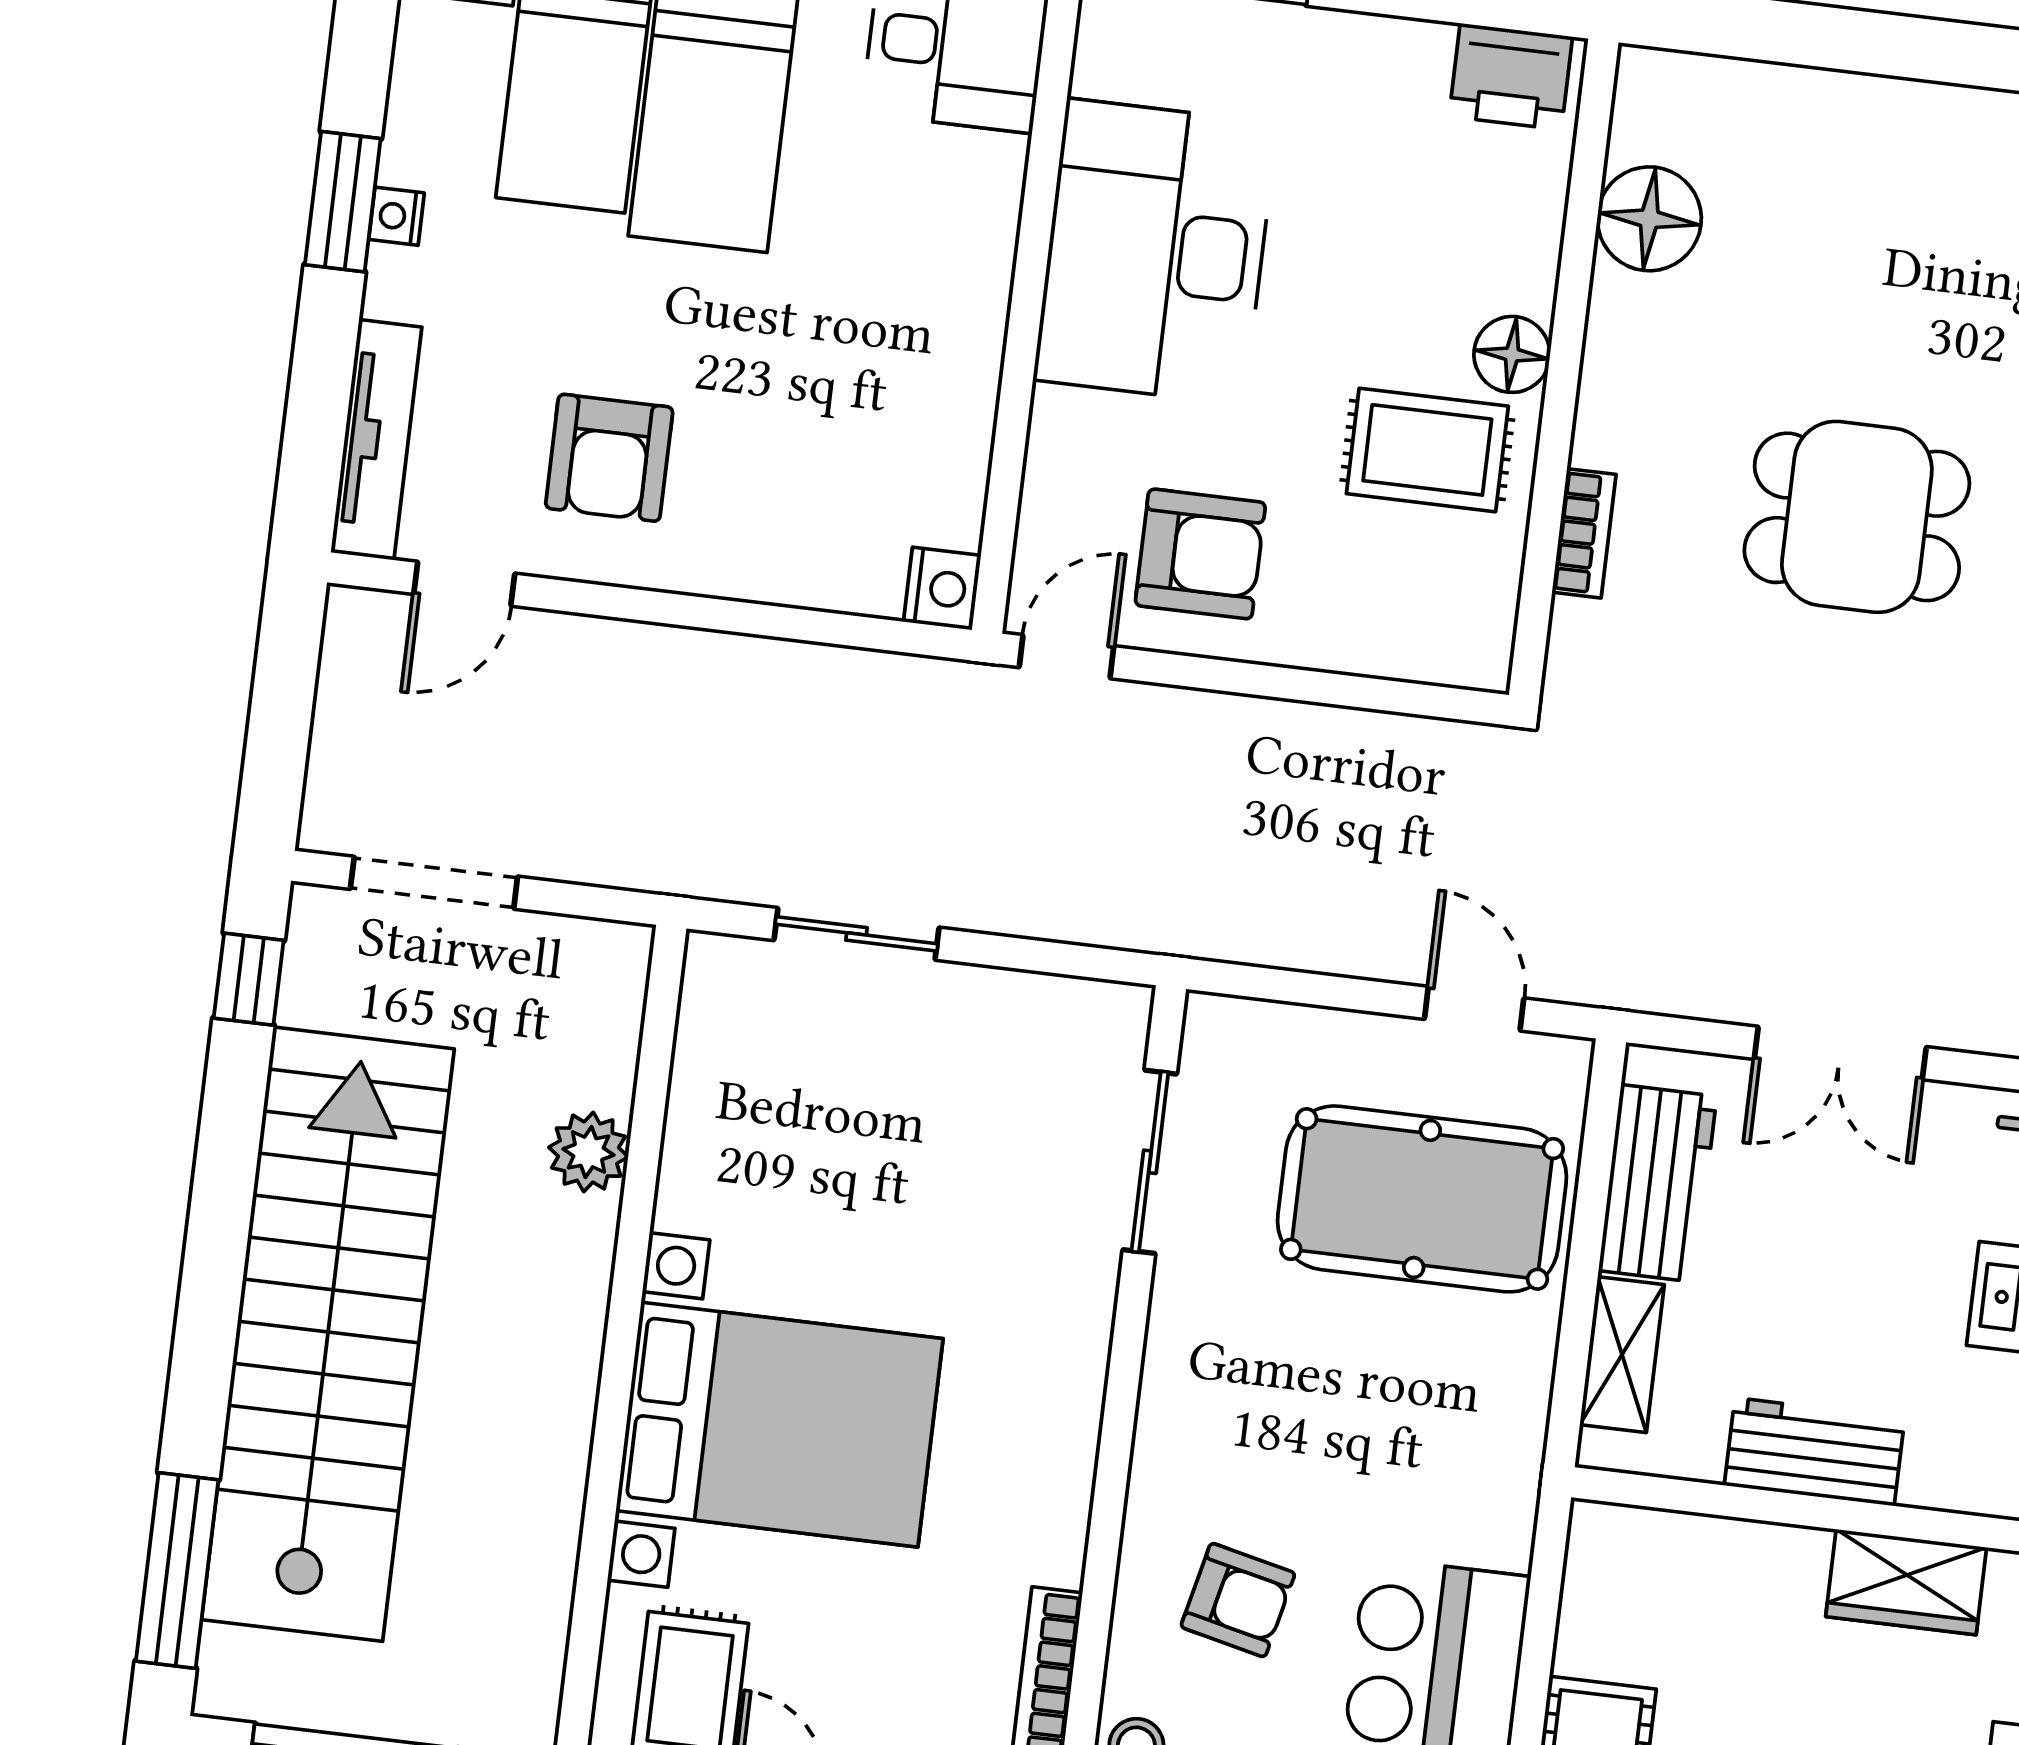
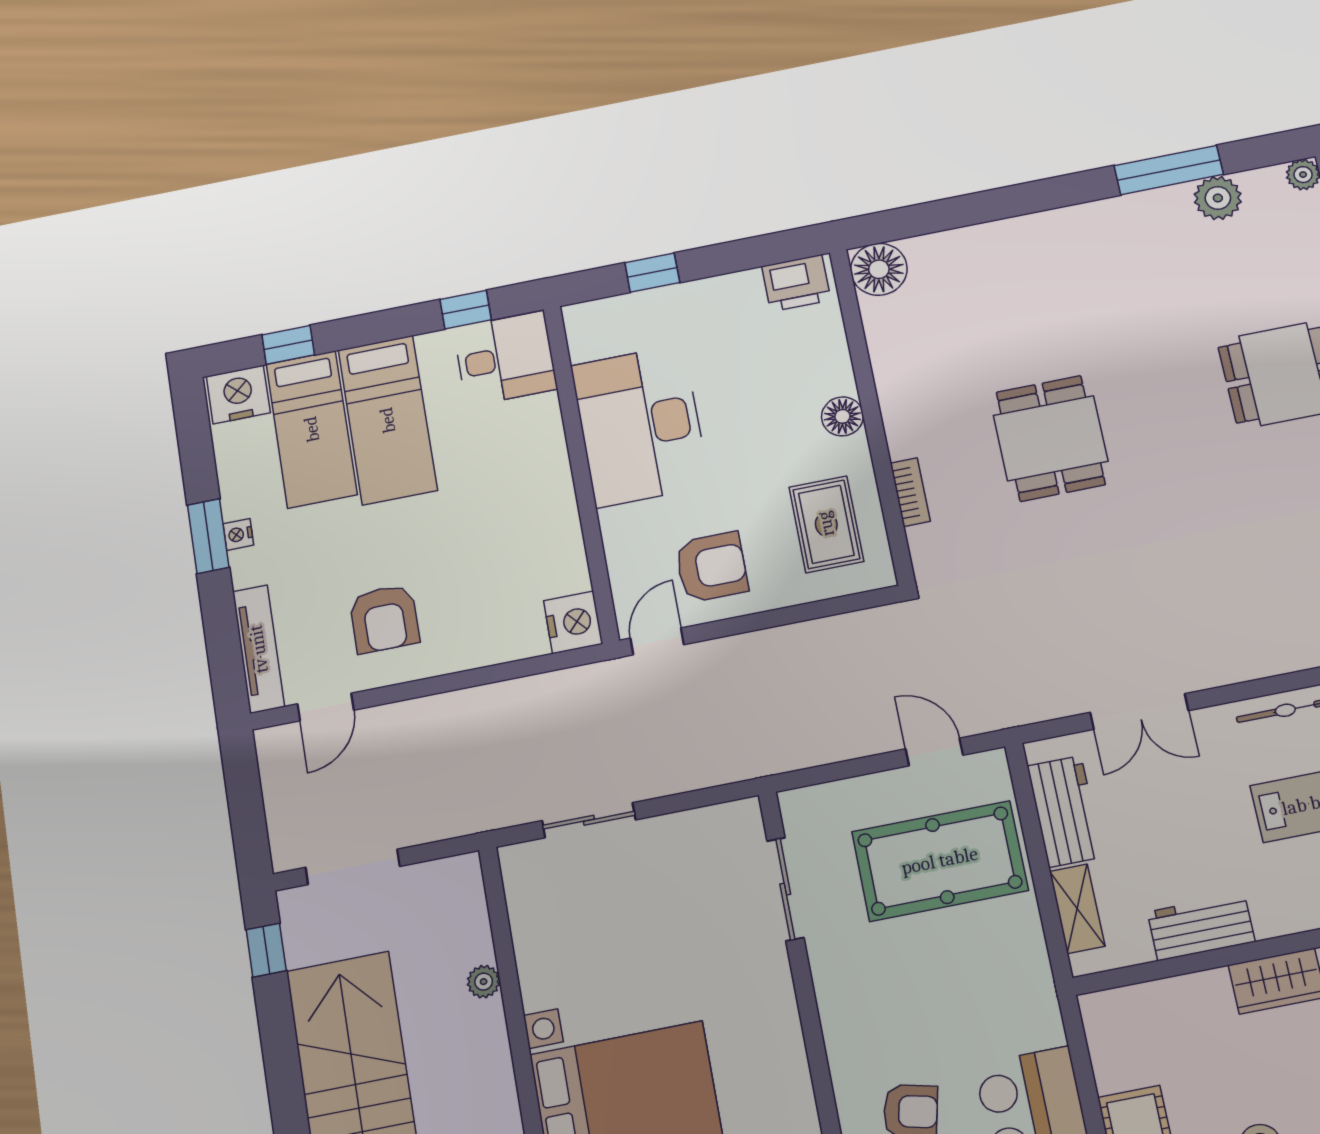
floor lamp: (1649, 219) -> (879, 269), moved
rug: (1427, 450) -> (826, 524), moved, turned 90
dining table: (1857, 517) -> (1051, 438), turned 90
nightstand: (942, 589) -> (573, 622), width x1.36, depth x1.33
plant: (588, 1152) -> (484, 982), width x0.73, depth x0.73

